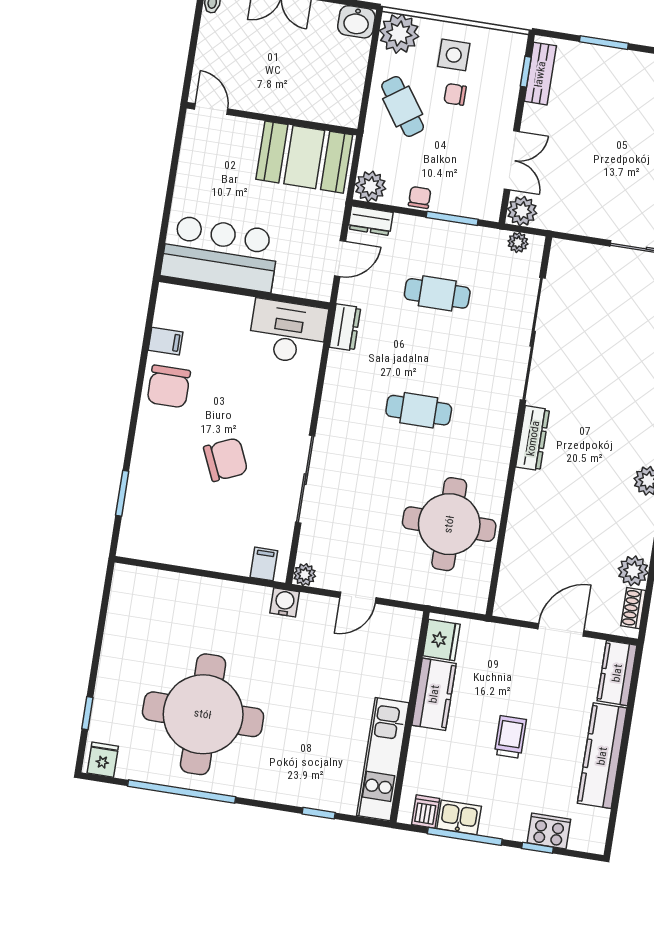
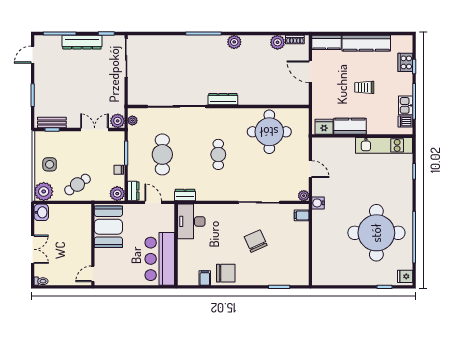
chair: (455, 94) -> (68, 161), removed
cafe table: (437, 293) -> (162, 154), width x1.37, depth x1.35

